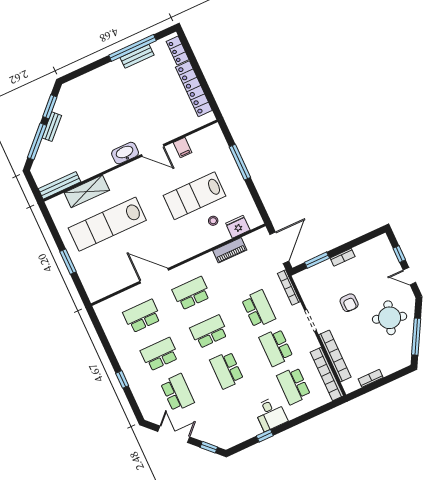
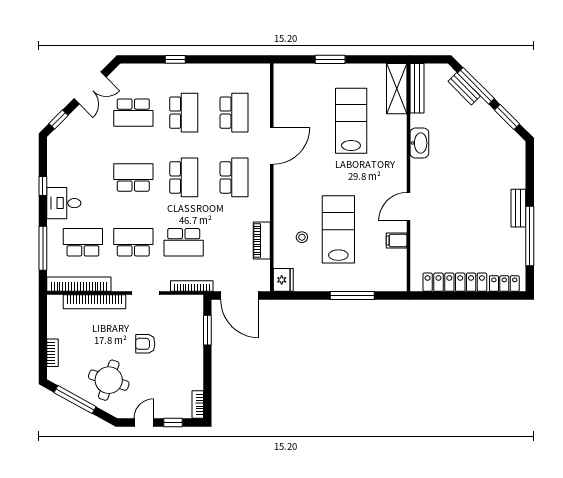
bench: (137, 56) -> (518, 208), moved
bench: (52, 127) -> (464, 89), moved
washbasin: (125, 153) -> (419, 143), moved
shelving: (87, 191) -> (397, 89), moved
lab bench: (107, 224) -> (351, 121), width x0.73
fridge: (238, 227) -> (283, 280), moved
bookcase: (343, 257) -> (198, 405), moved
bookcase: (371, 378) -> (53, 353), moved
window: (312, 414) -> (43, 248), added

